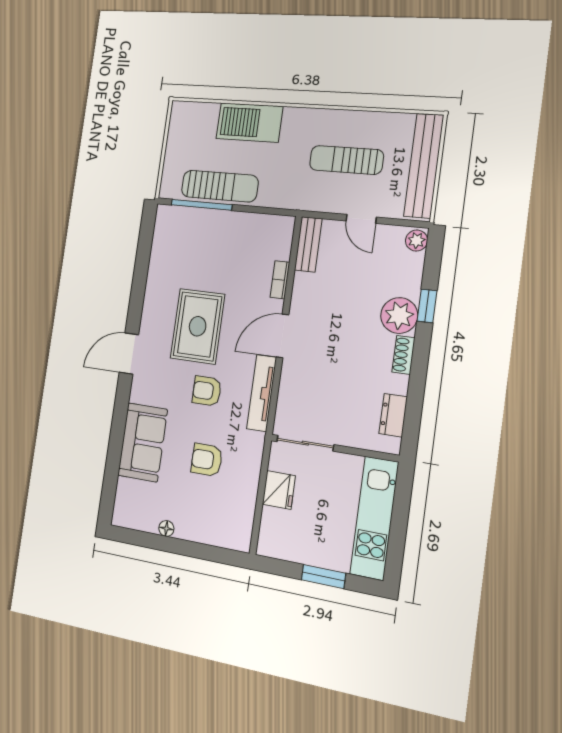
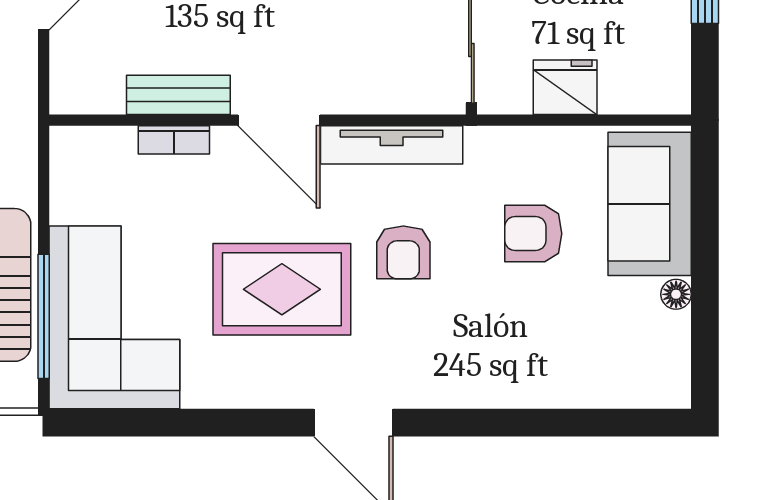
corner sofa: (196, 240) -> (114, 317), added
bench: (308, 244) -> (178, 95), moved
sofa: (143, 442) -> (650, 204), moved, turned -90
armchair: (207, 460) -> (533, 234), turned 90

